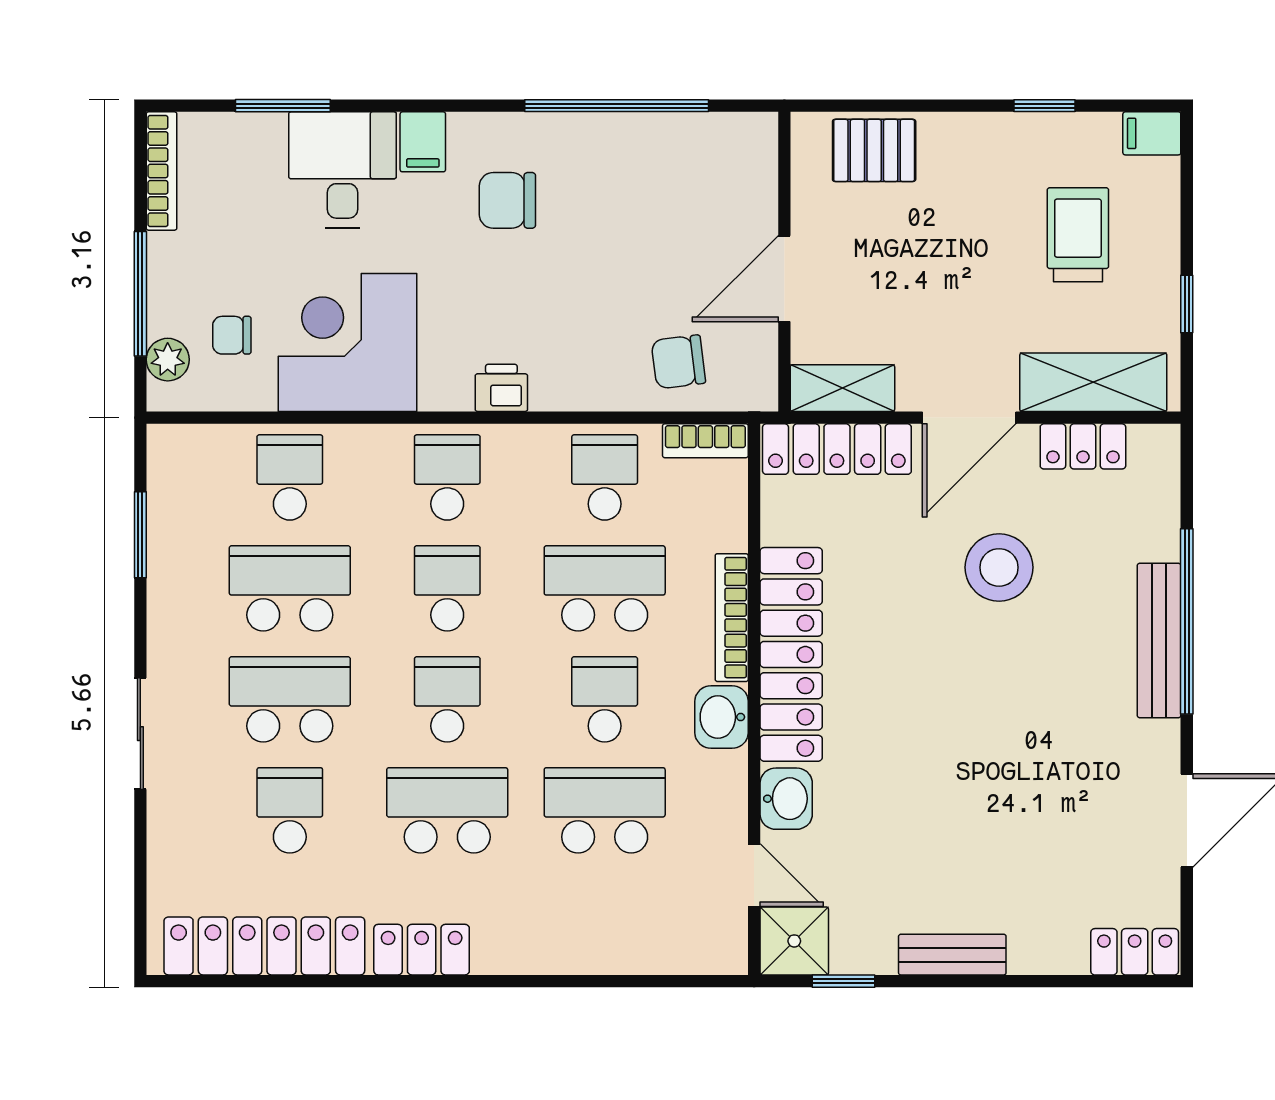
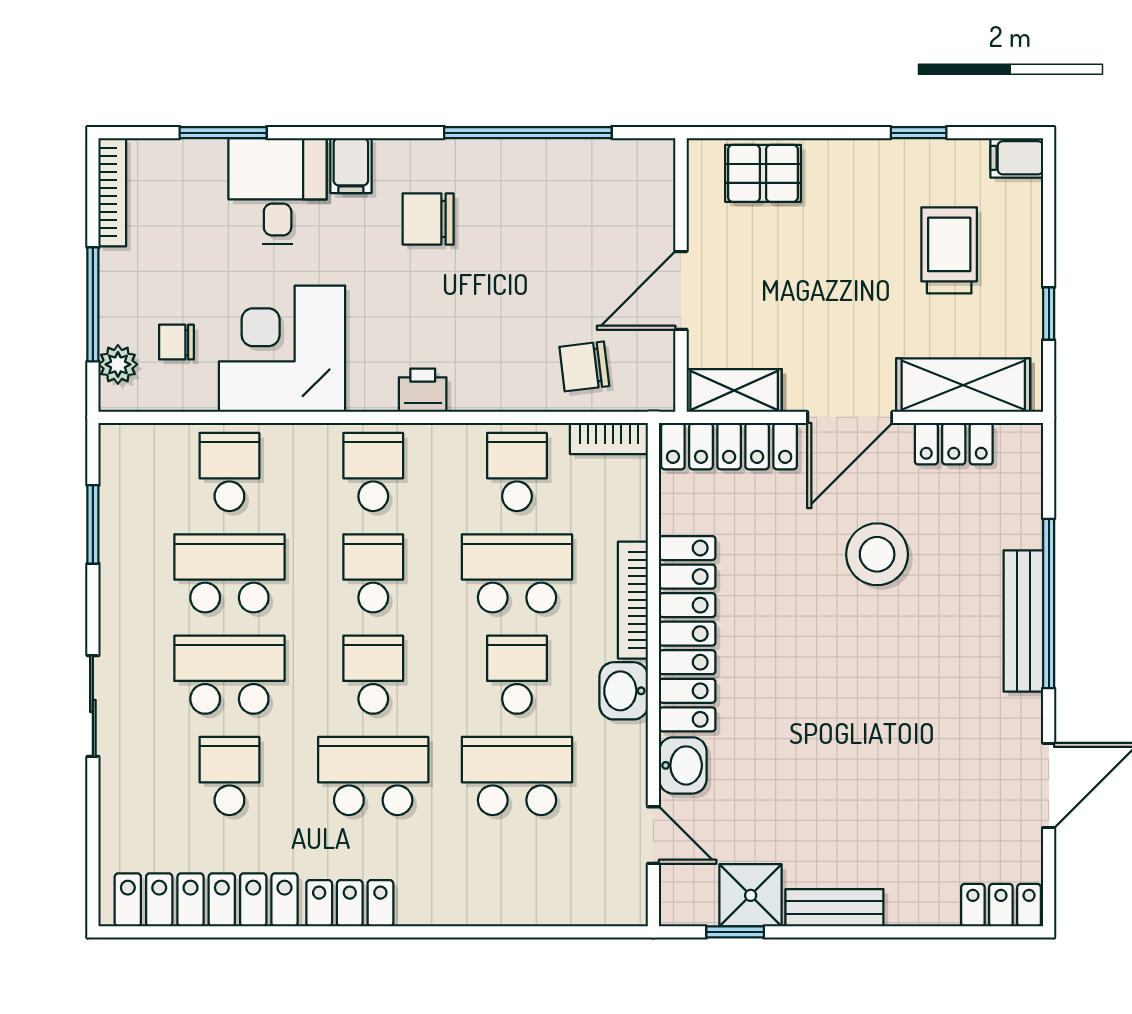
shower: (794, 941) -> (751, 895), moved

